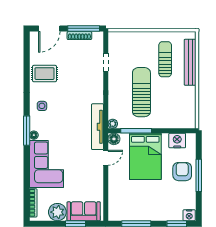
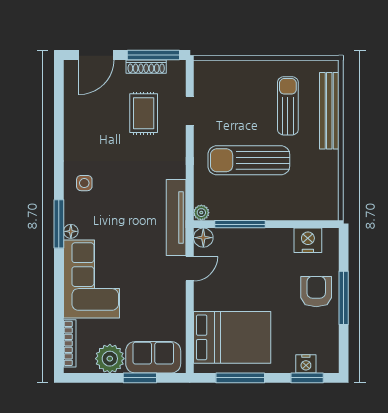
rug: (44, 74) -> (144, 113), moved, turned 90
sun lounger: (141, 92) -> (249, 160), turned -90
bed: (145, 156) -> (232, 337), moved, turned -90
nightstand: (189, 215) -> (306, 364), moved

